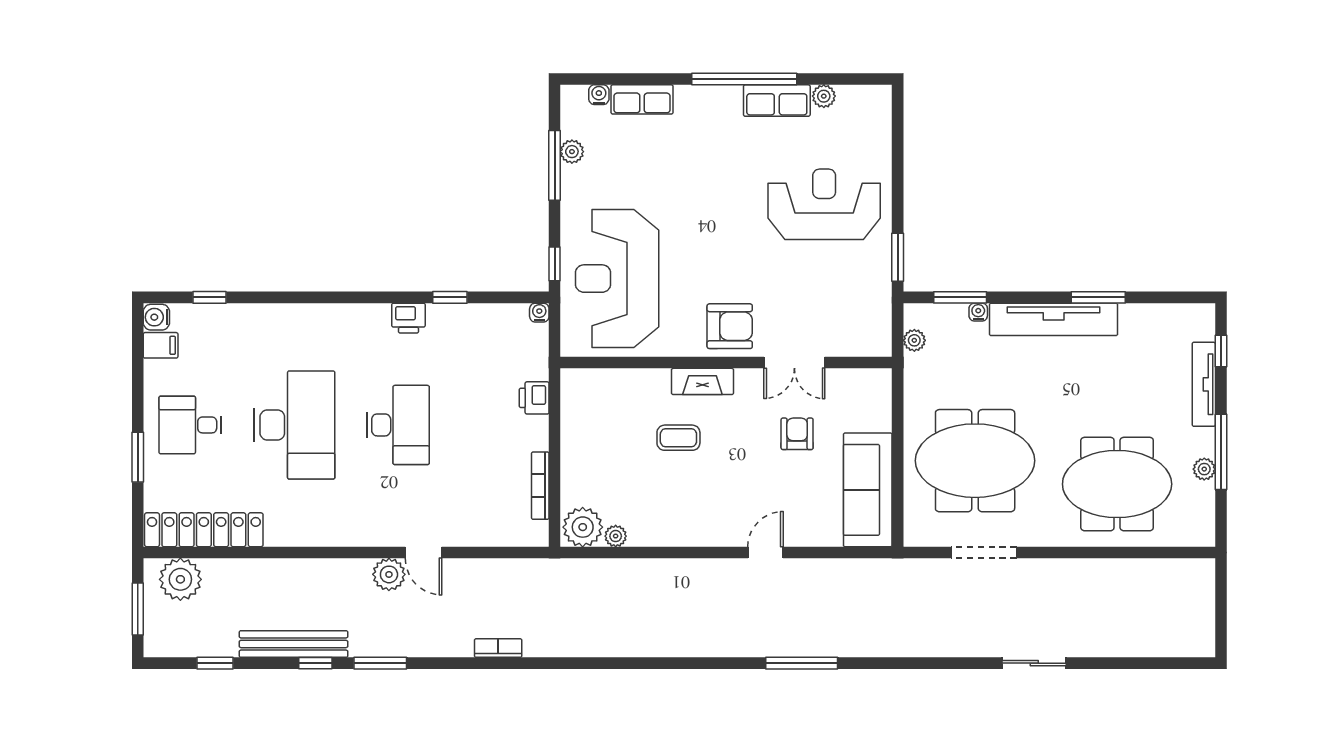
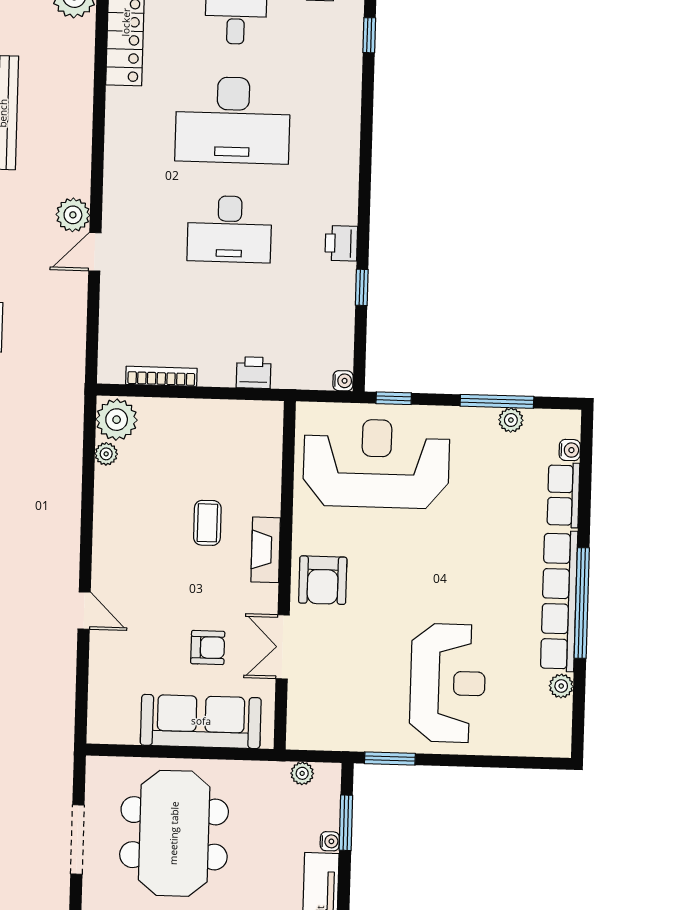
row of seats: (777, 101) -> (559, 601), width x2.02
sofa: (868, 490) -> (201, 721), moved

